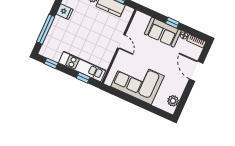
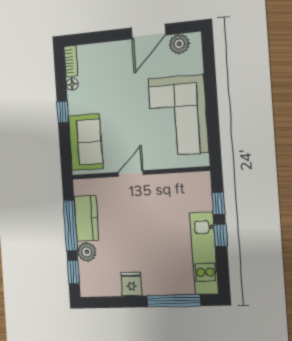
sofa: (163, 32) -> (86, 142), moved
window: (51, 63) -> (221, 235), moved
kitchen unit: (82, 66) -> (204, 253), moved
door: (196, 71) -> (148, 31), moved

